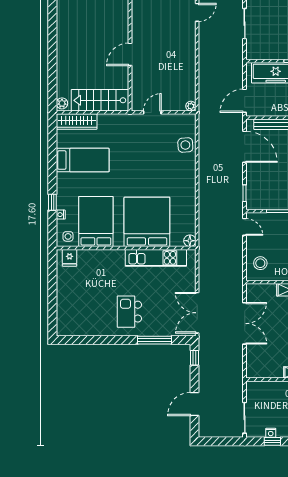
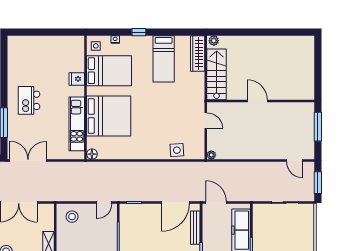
window: (52, 202) -> (139, 32), moved
fridge: (70, 258) -> (77, 79), moved
kitchen island: (129, 312) -> (29, 100), turned -90

